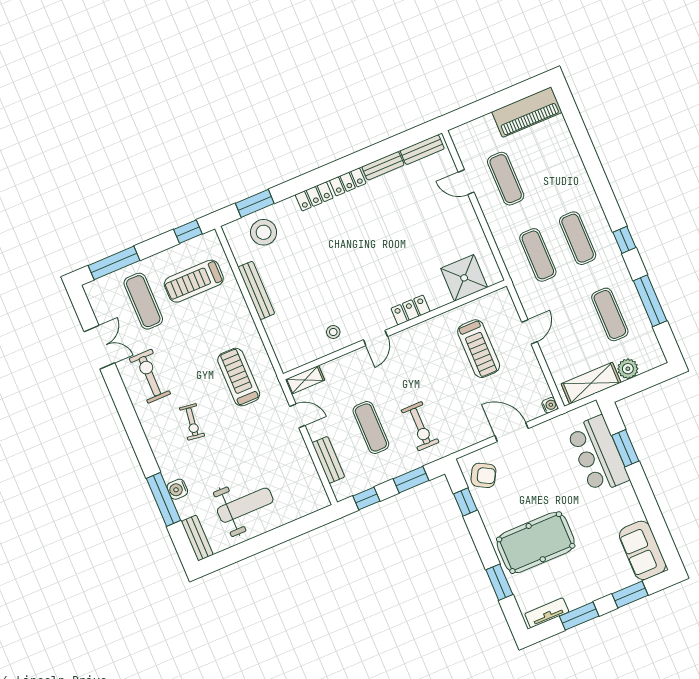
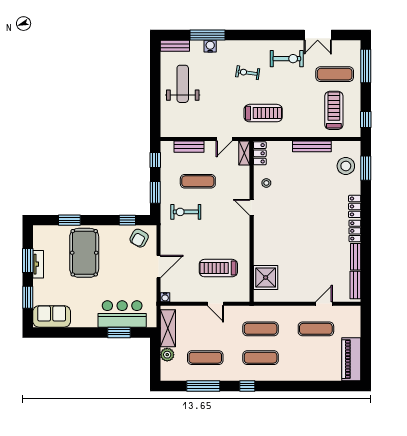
locker: (411, 310) -> (260, 153), moved
weight bench: (245, 505) -> (183, 84), turned 180
tv unit: (547, 613) -> (38, 264), moved

